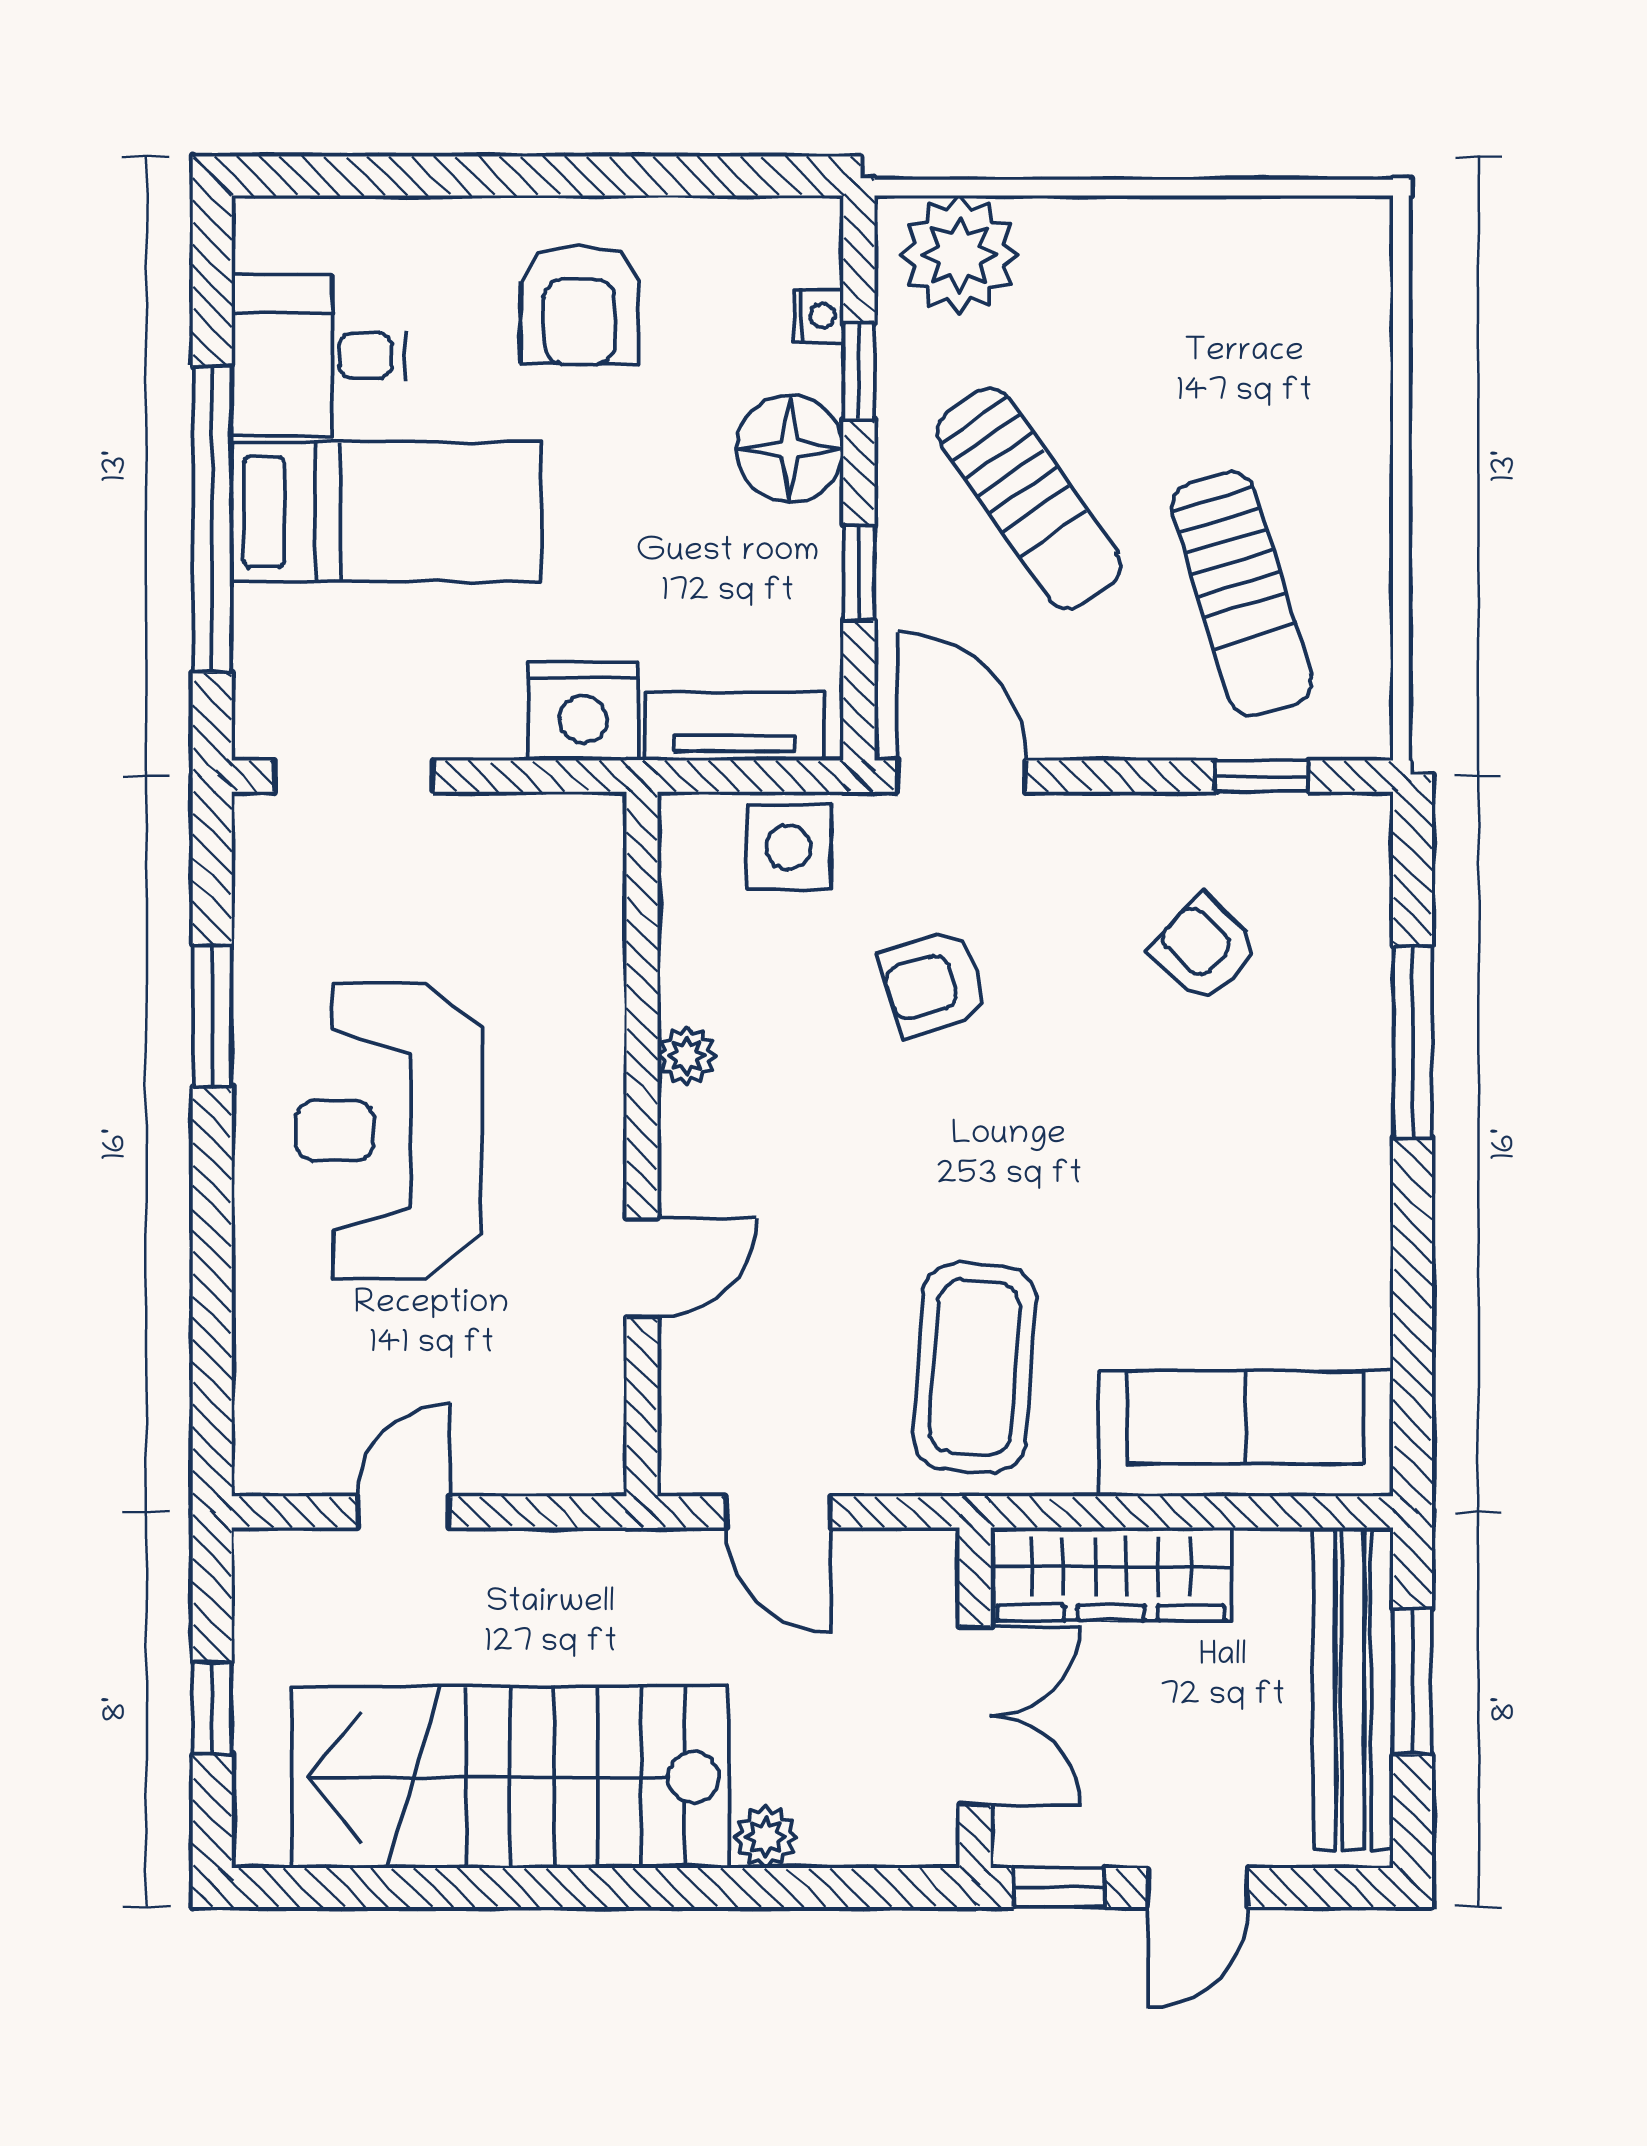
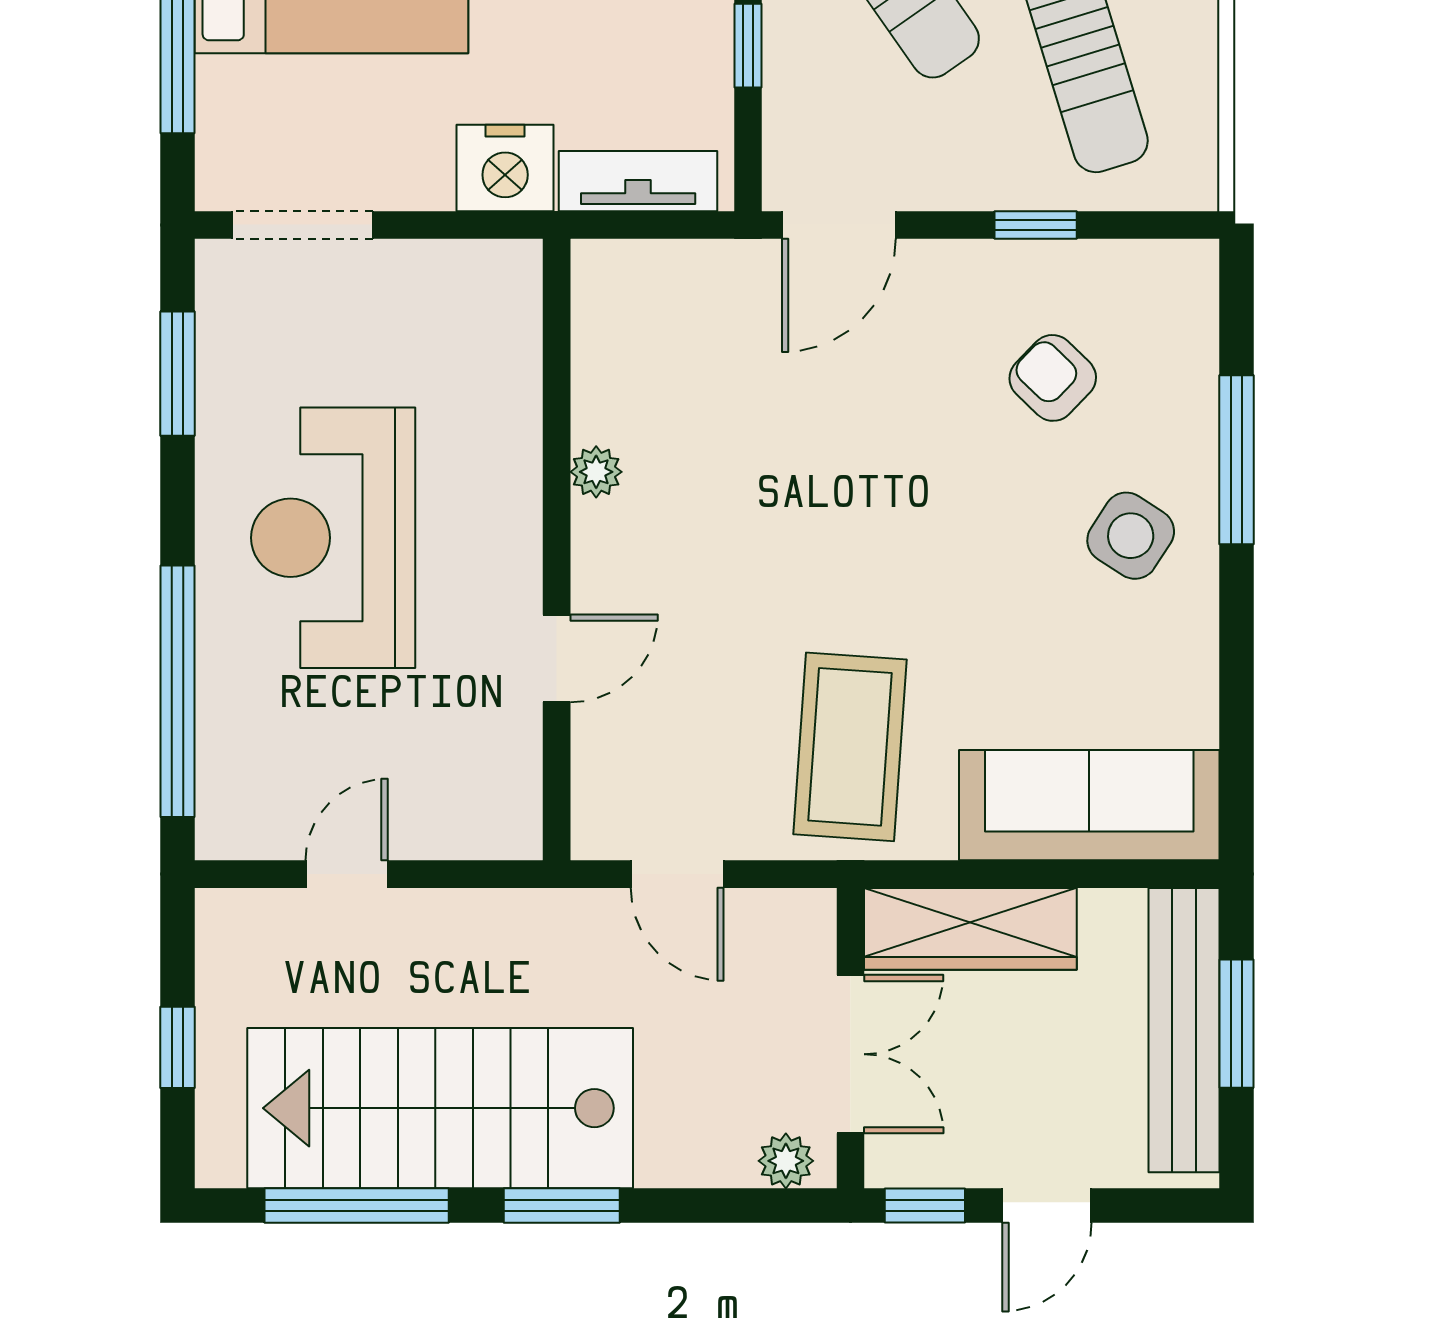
door: (962, 776) -> (839, 225), swing flipped
window: (1262, 776) -> (1036, 225), moved
side table: (789, 847) -> (1131, 536), moved, turned 33
armchair: (933, 983) -> (813, 408), removed
window: (212, 1016) -> (177, 374), moved
window: (212, 1305) -> (177, 691), added
plant: (766, 1837) -> (786, 1161), moved
window: (415, 1888) -> (357, 1205), added
window: (648, 1888) -> (562, 1205), added

